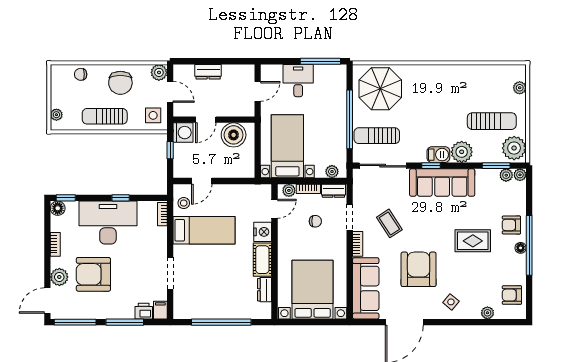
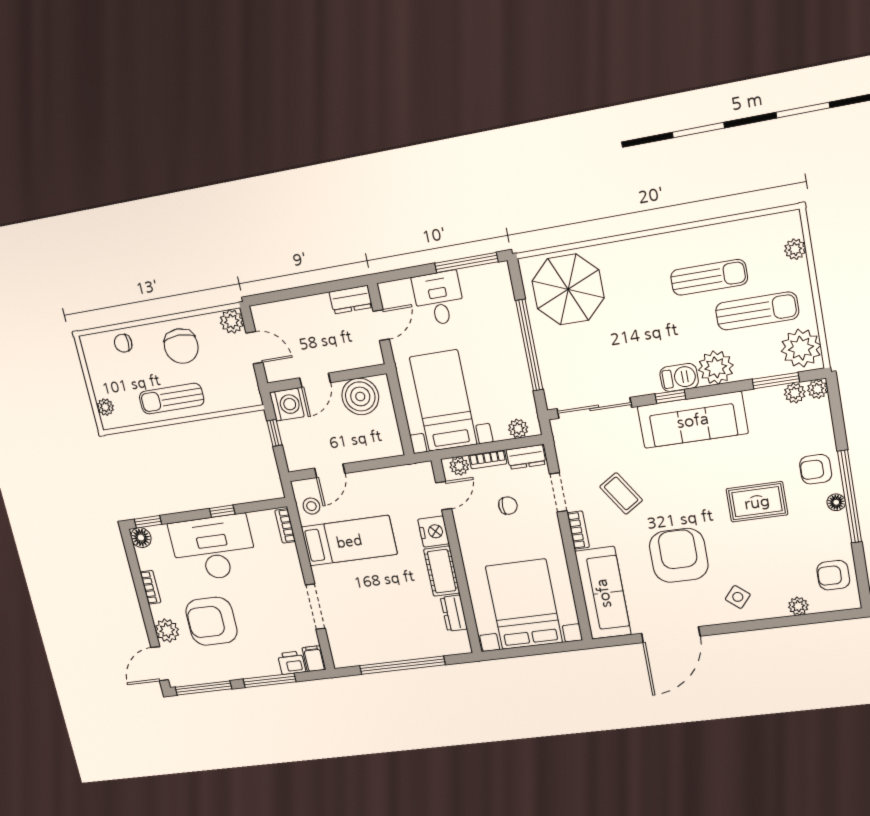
dresser: (208, 72) -> (351, 300), moved
side table: (153, 115) -> (239, 386), removed
sun lounger: (377, 136) -> (709, 277), moved, turned 180

